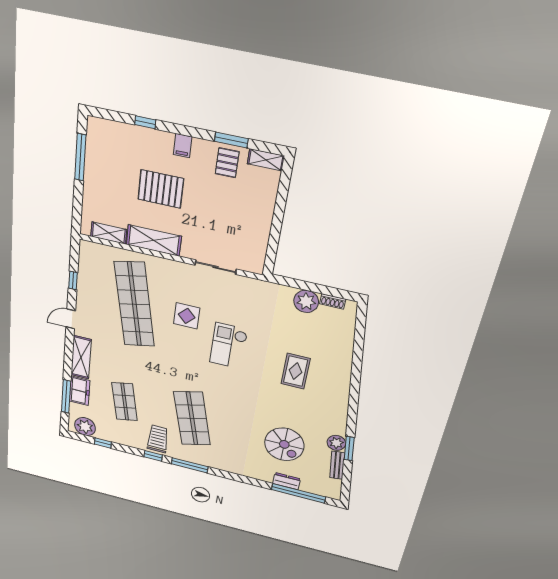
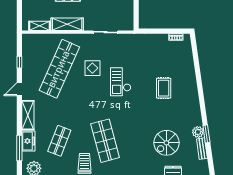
plant: (306, 301) -> (161, 41), removed
shop shelf: (134, 304) -> (59, 69), turned 36
shop shelf: (125, 402) -> (59, 141), turned 33
spiral stairs: (284, 444) -> (166, 143), turned 90

